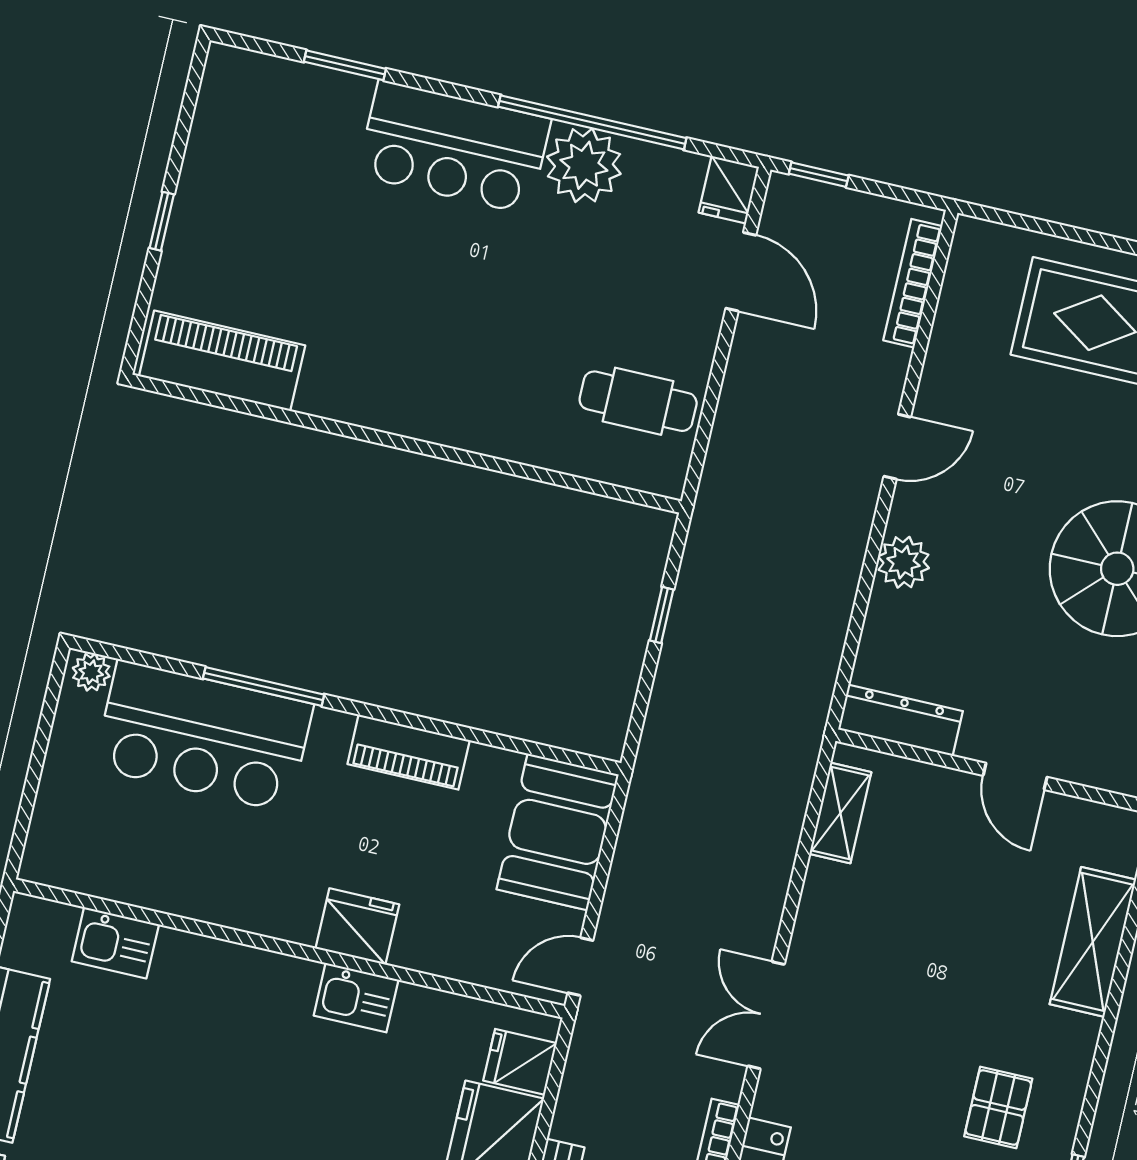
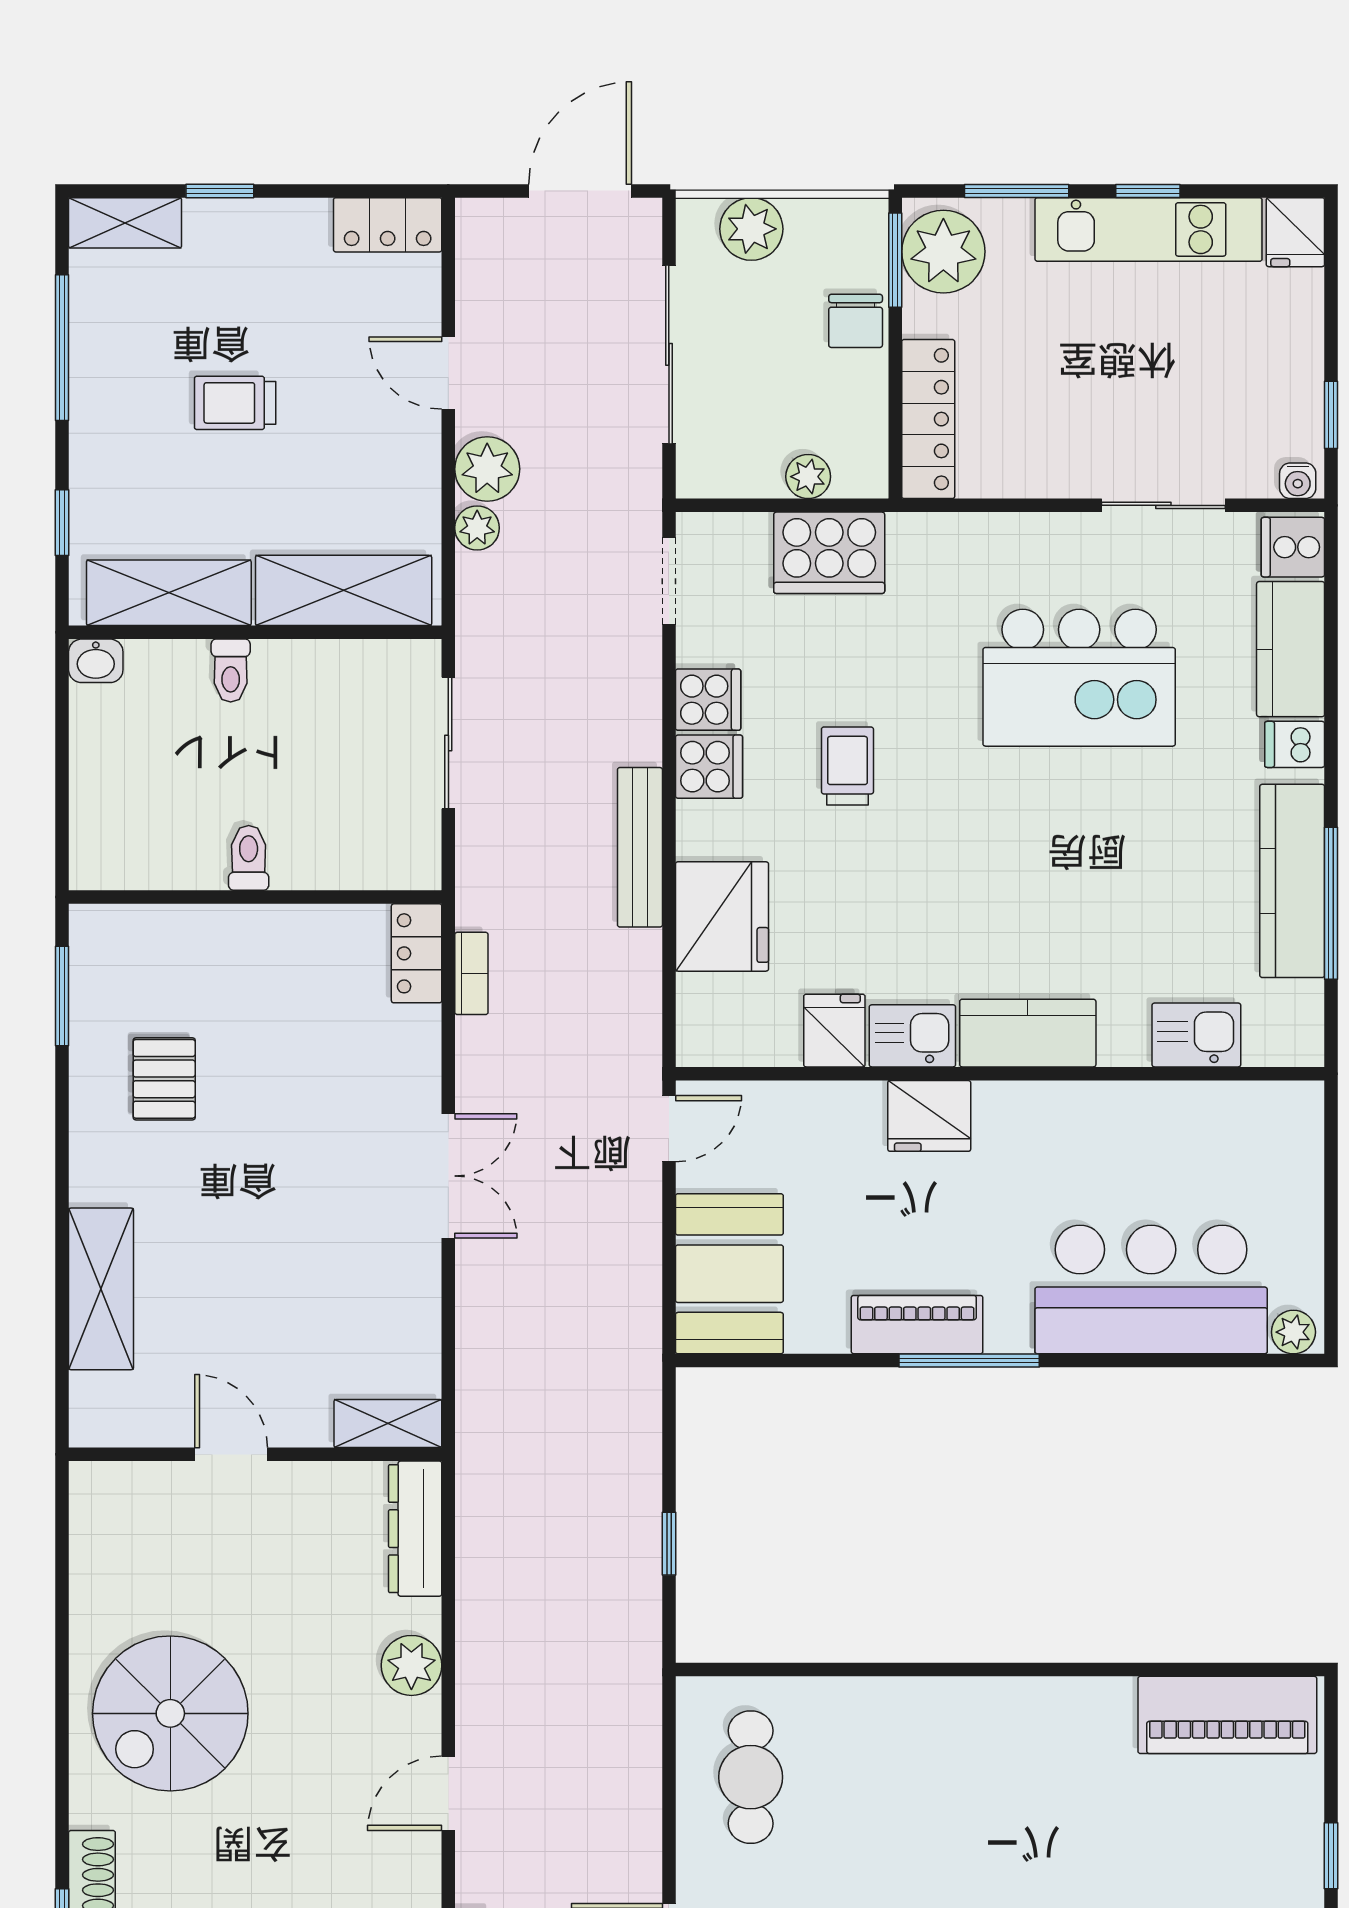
cafe table: (638, 401) -> (751, 1777), turned 90
window: (264, 686) -> (969, 1361), moved
dresser: (900, 720) -> (415, 1529), moved, turned 90
shelving: (840, 813) -> (388, 1424), moved, turned 90
kitchen counter: (258, 977) -> (1028, 1033), added
double door: (766, 1015) -> (448, 1176), moved
fridge: (520, 1062) -> (834, 1031), moved, turned -90

